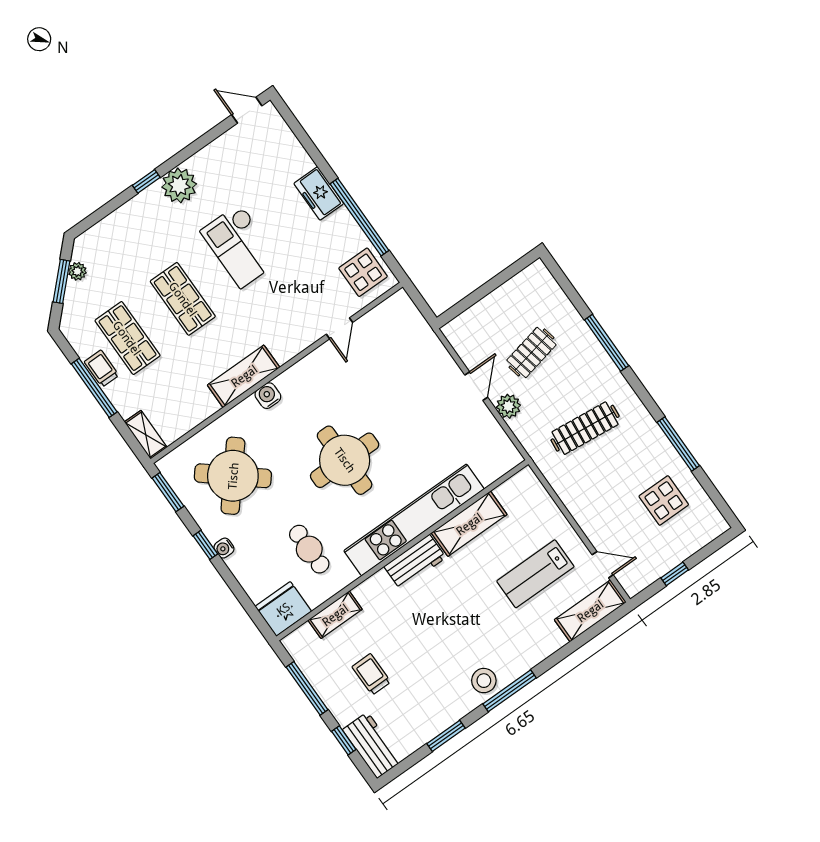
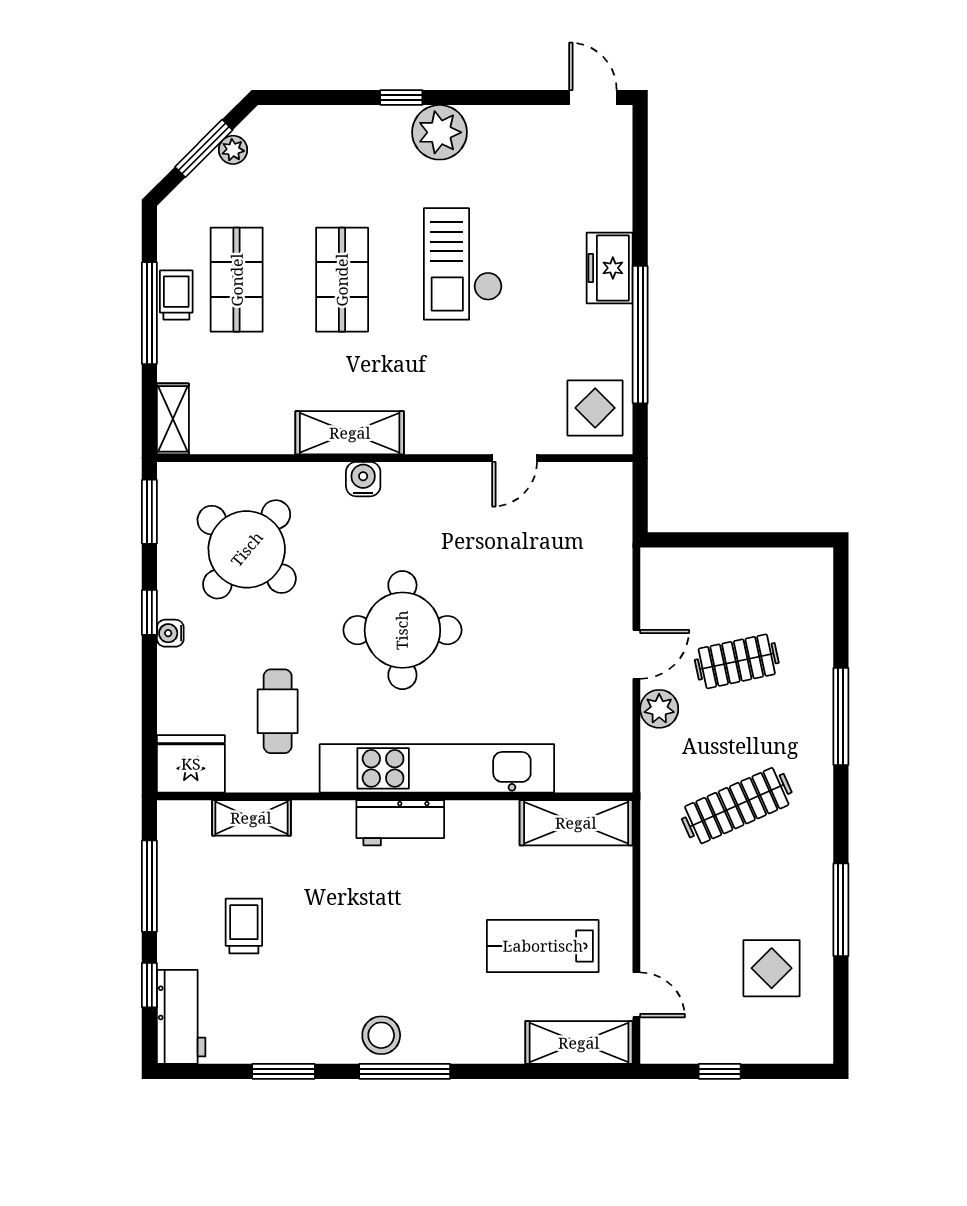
clothes rail: (585, 428) -> (737, 806), turned -30
shelving: (469, 524) -> (576, 823), moved

